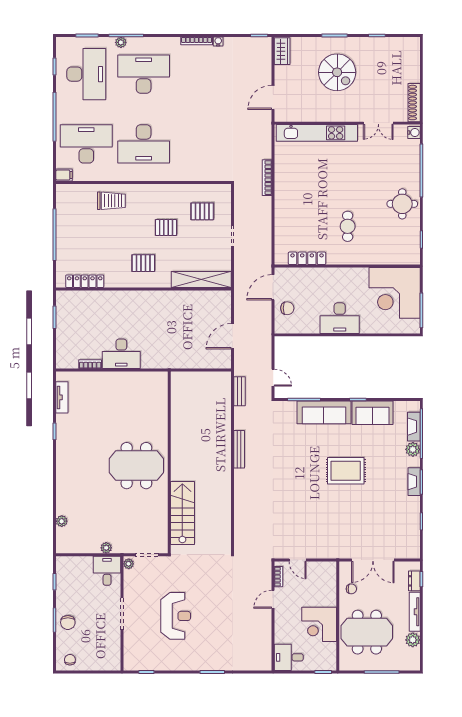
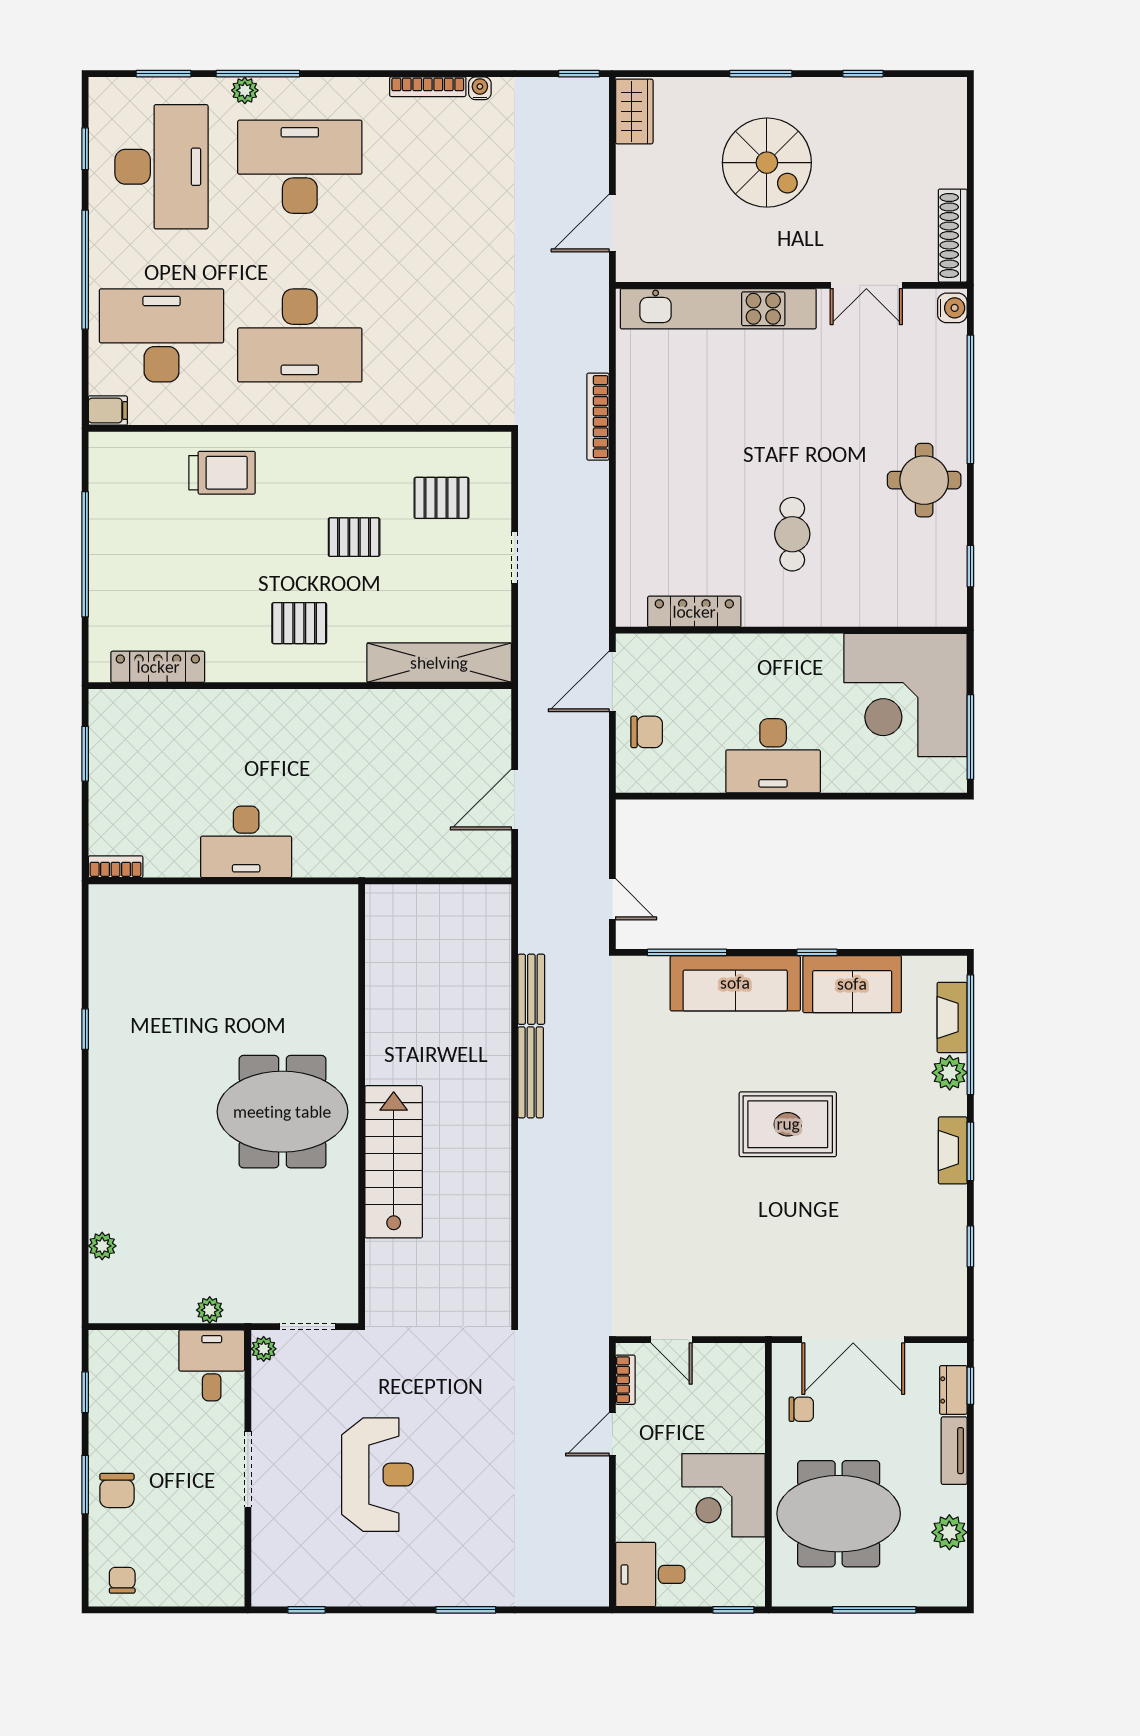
bookcase: (90, 364) -> (116, 867), moved
bench: (239, 391) -> (531, 989), moved
tv unit: (62, 397) -> (103, 947), removed
stairs: (182, 513) -> (394, 1162), moved
tv unit: (415, 612) -> (954, 1451), width x0.71

